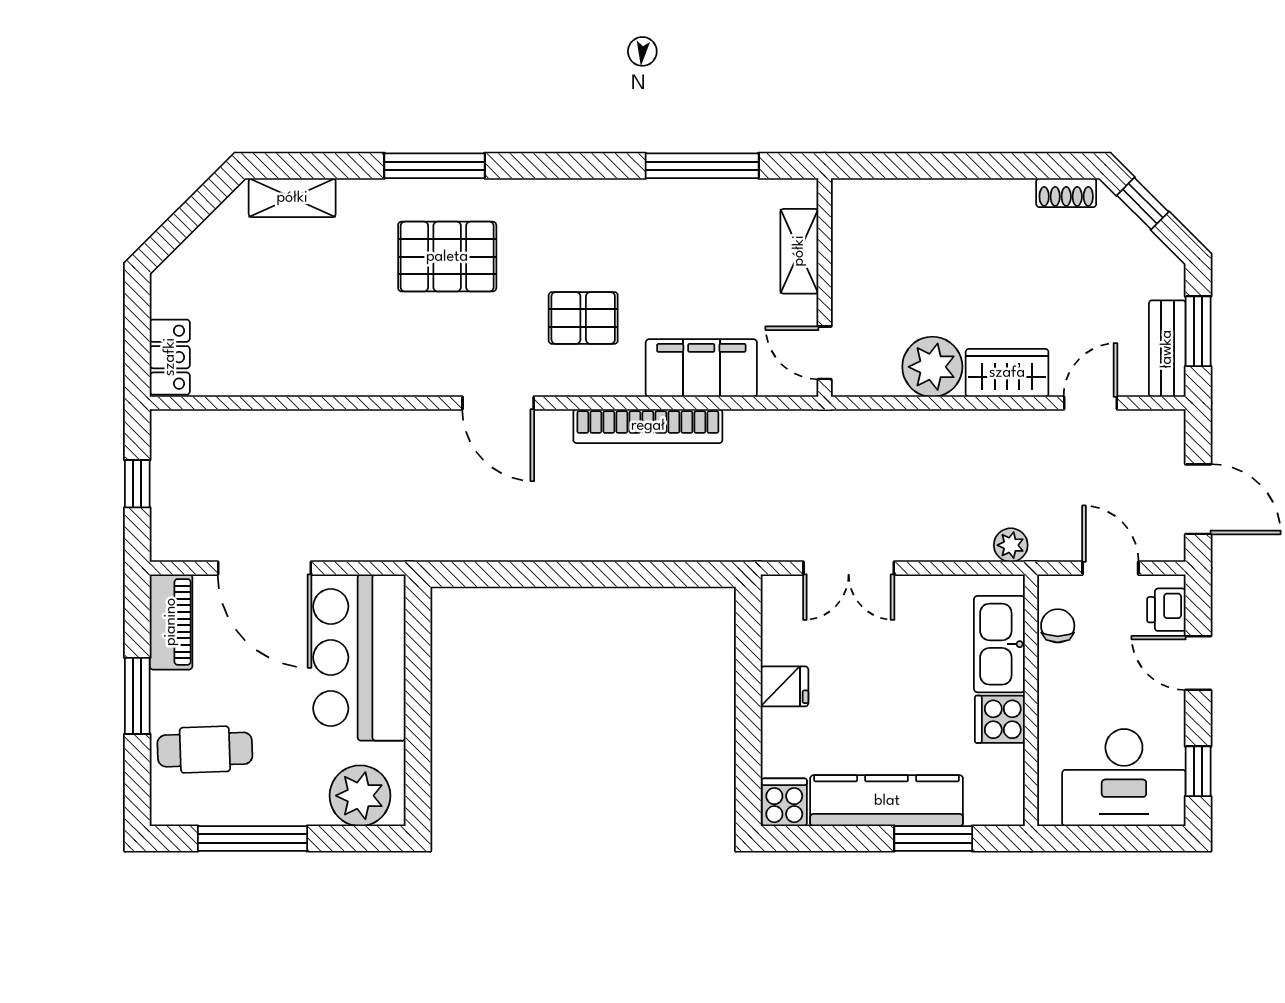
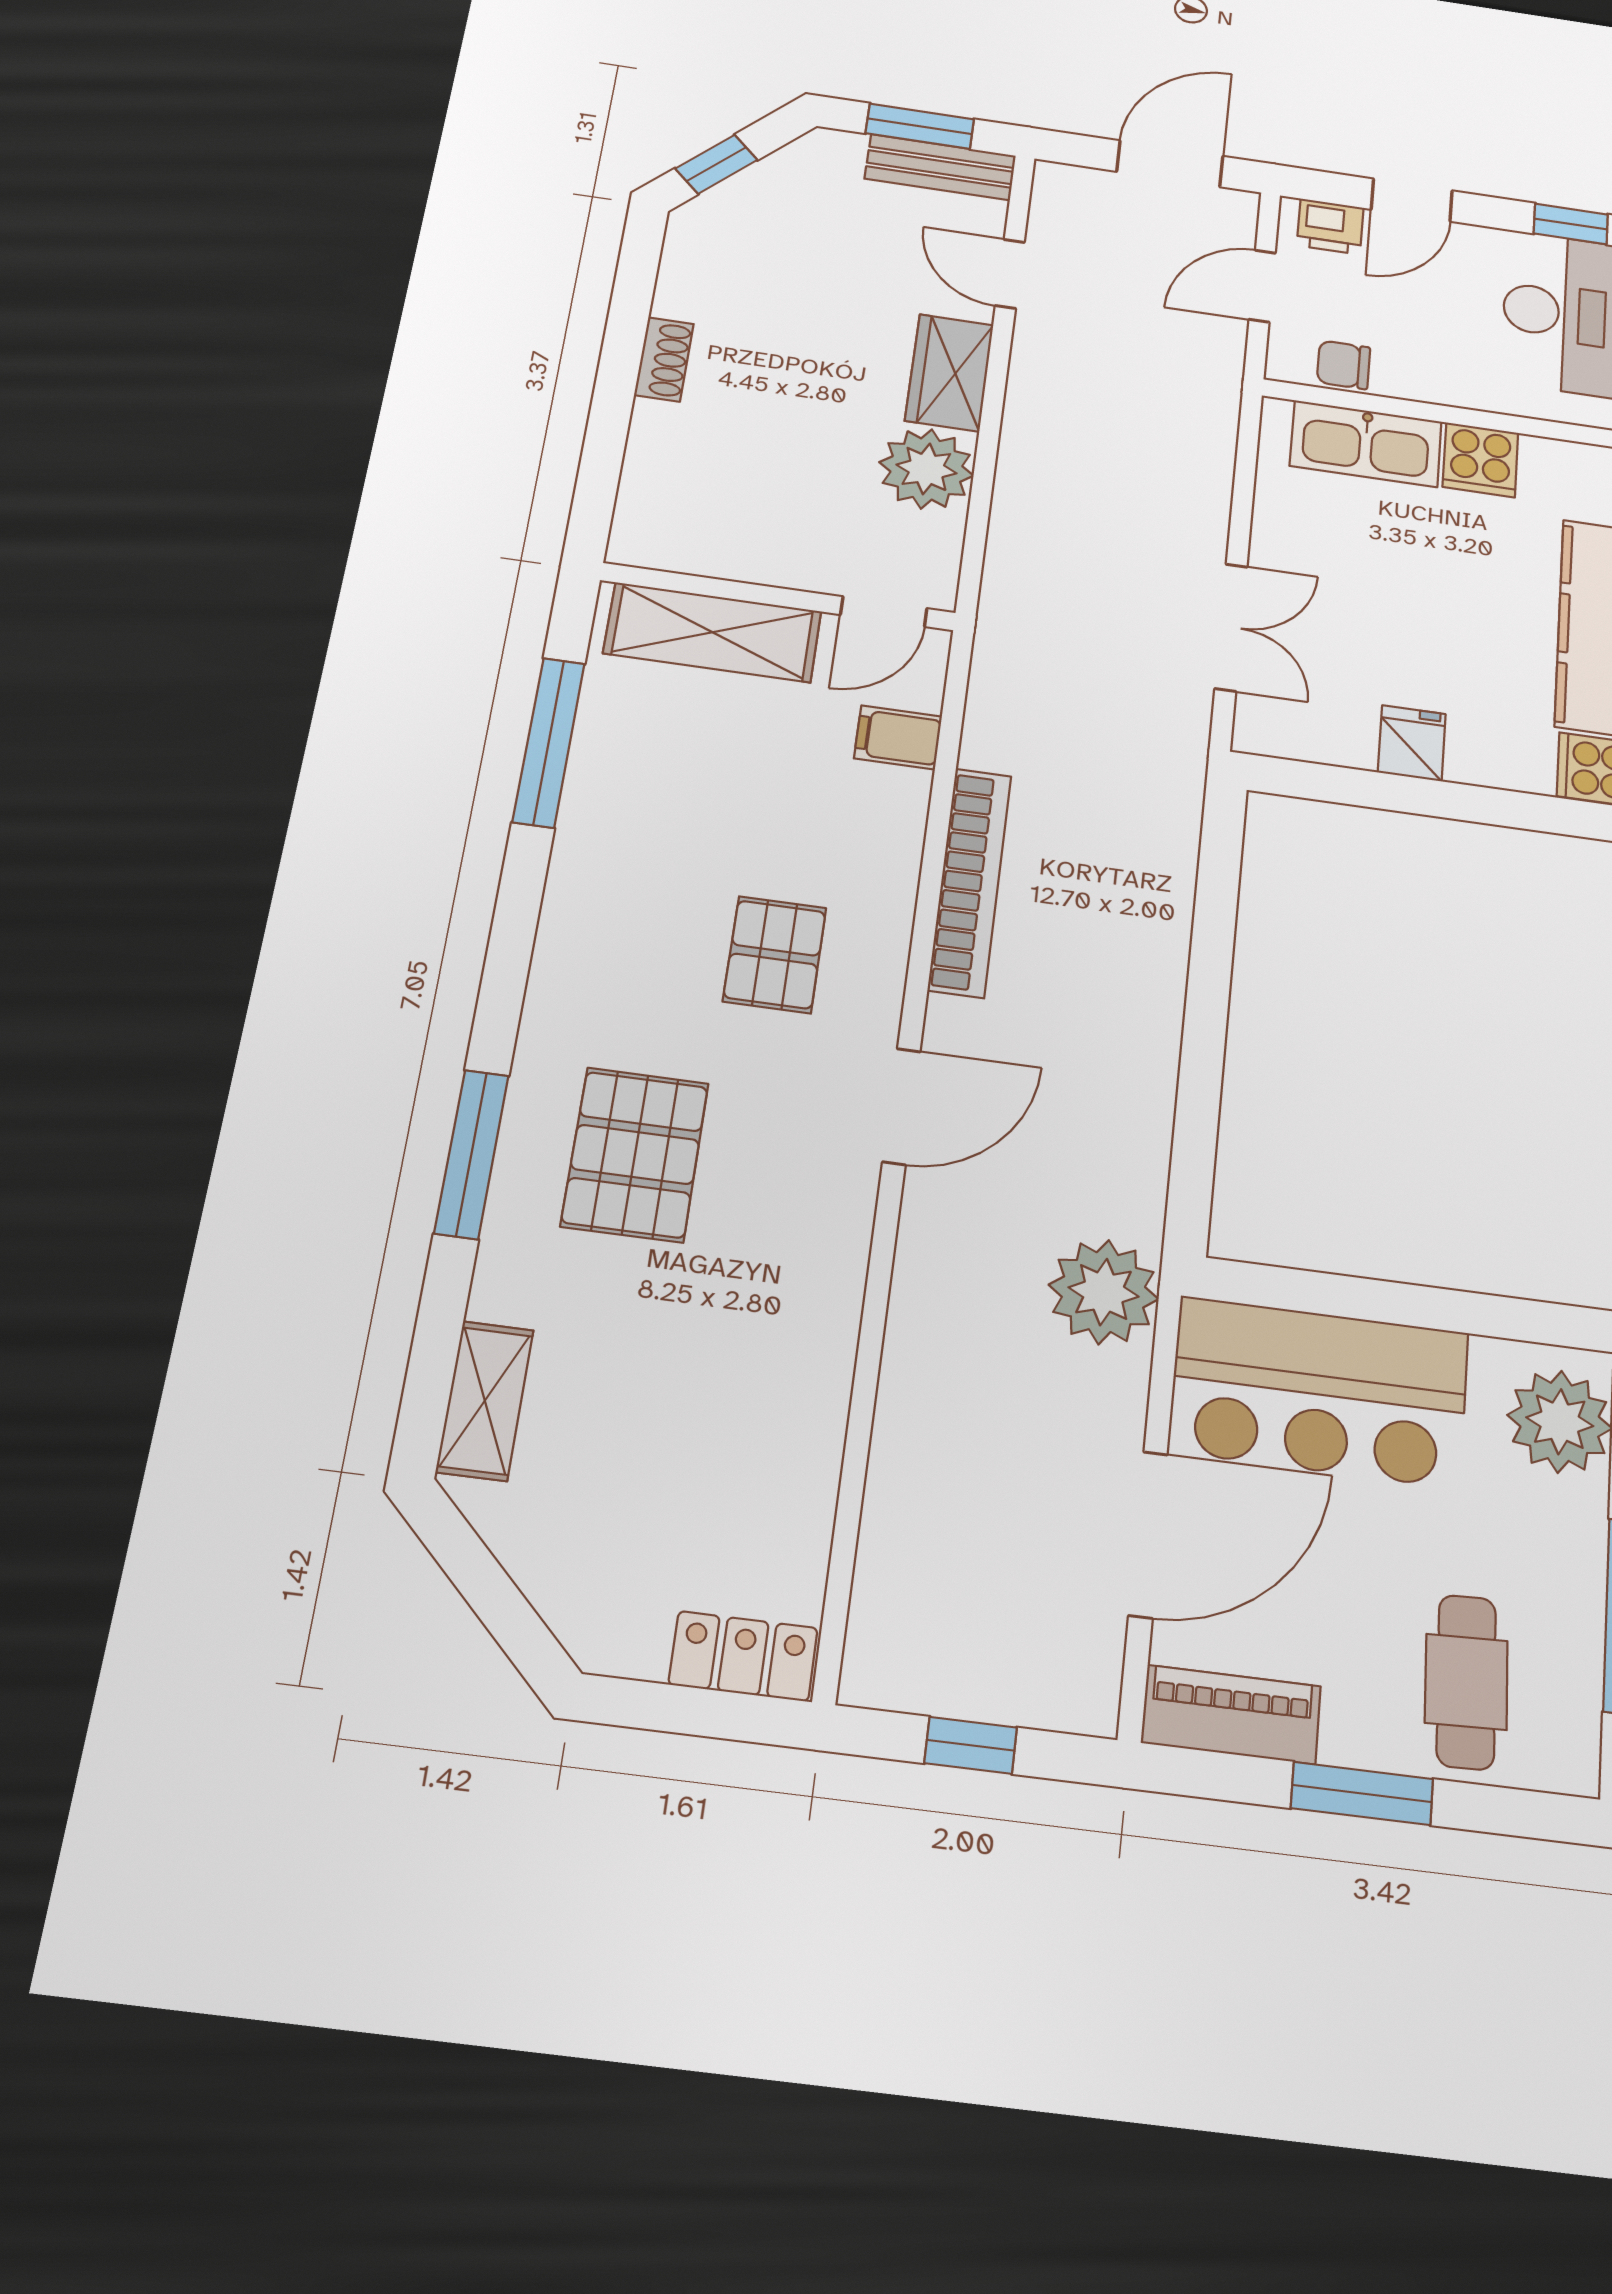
shoe rack: (1066, 193) -> (664, 359), moved
shelving: (799, 251) -> (713, 632), width x1.50, depth x1.33
filing cabinet: (701, 368) -> (898, 737), width x0.33, depth x0.86
plant: (1011, 545) -> (1104, 1292), moved, width x1.87, depth x1.87

